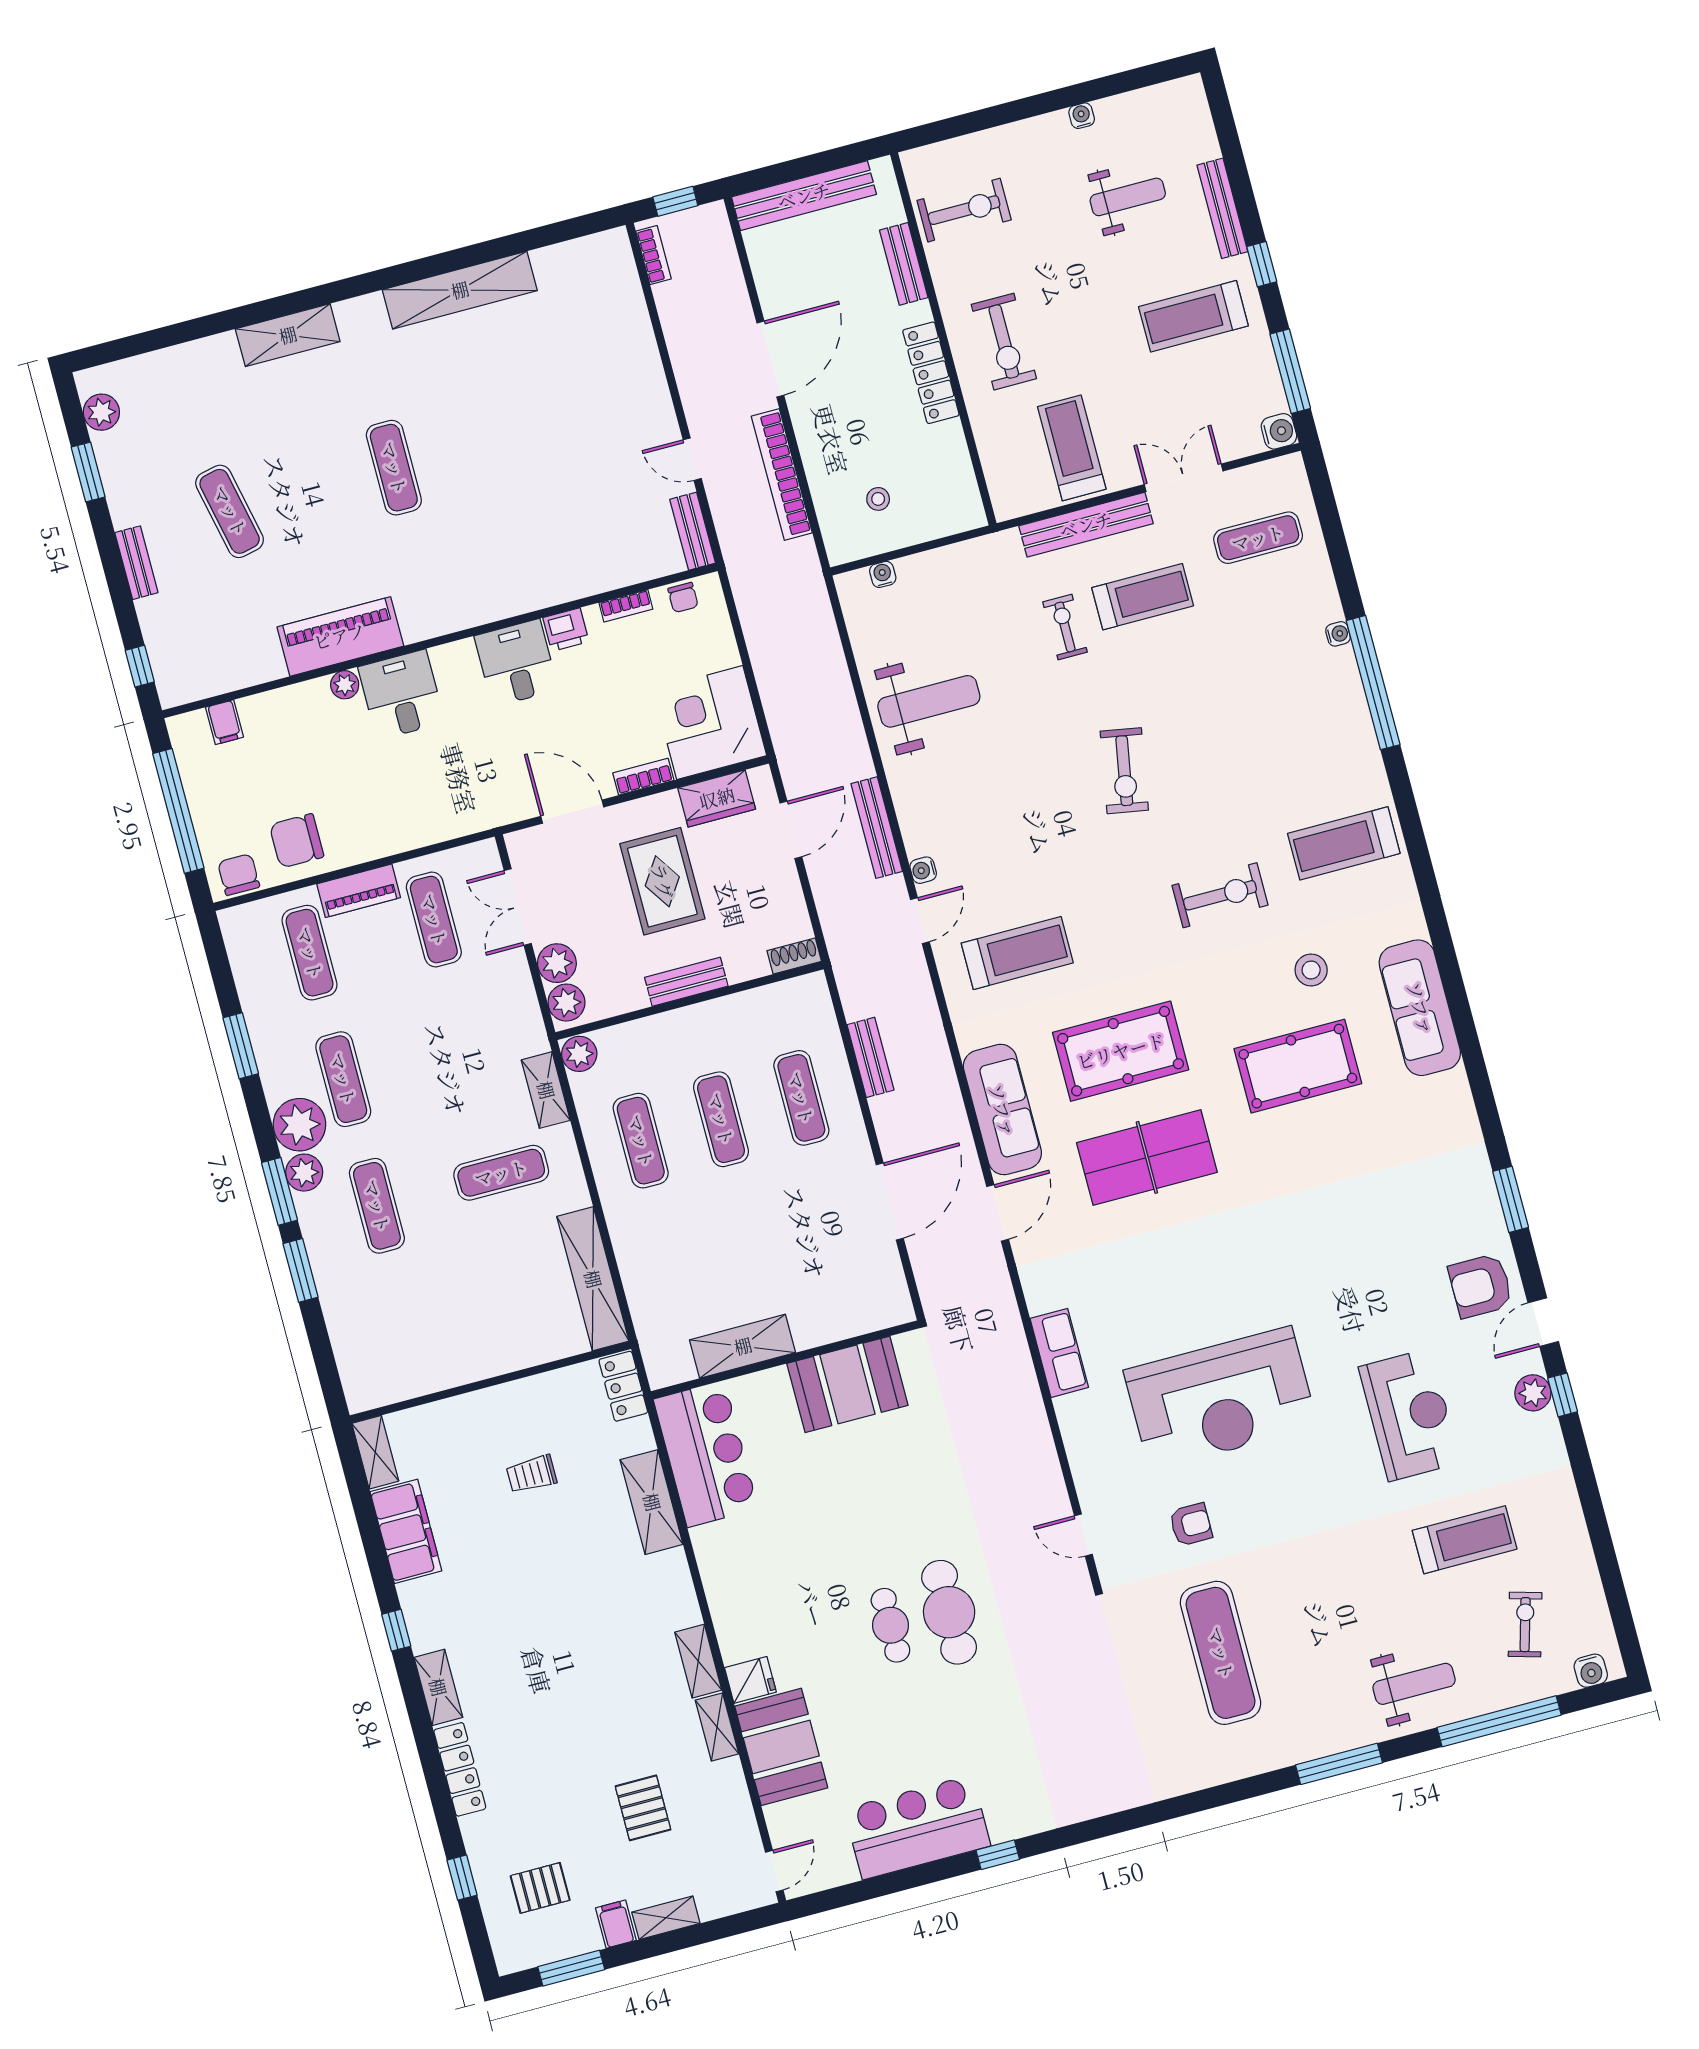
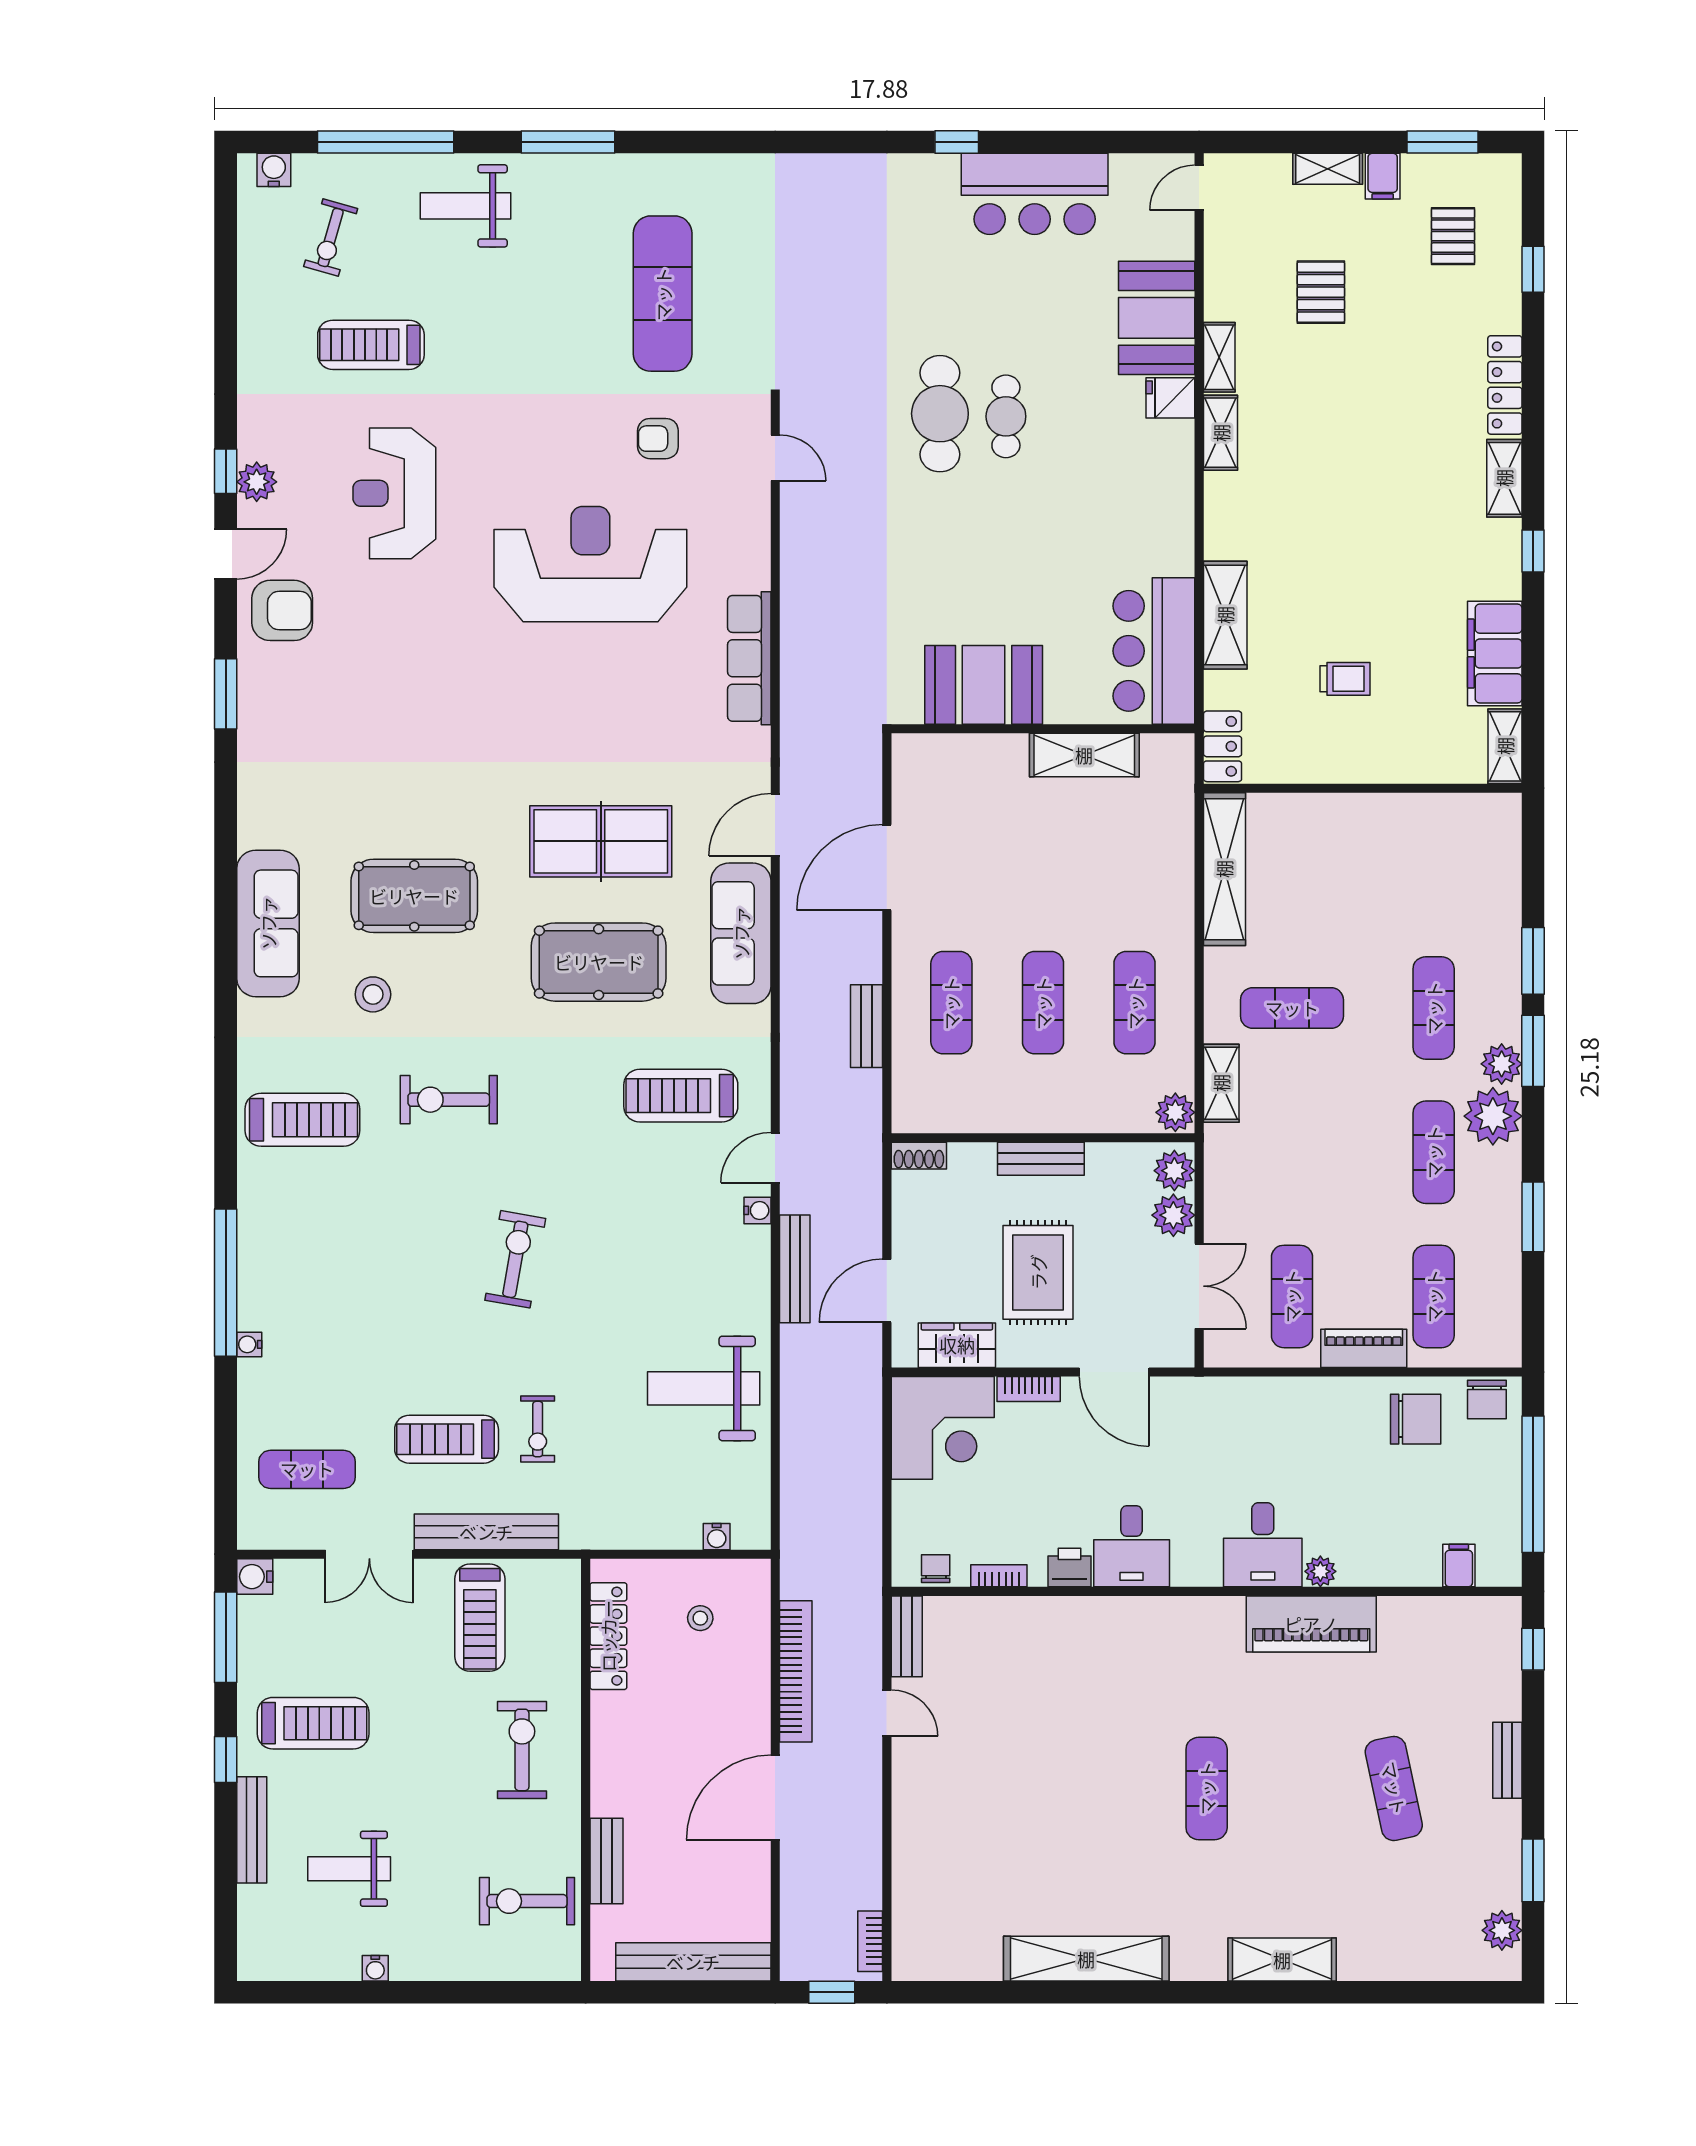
locker: (931, 373) -> (608, 1636), moved
row of seats: (1059, 1353) -> (749, 658), width x1.48
pallet: (540, 1888) -> (1453, 236), turned 90

